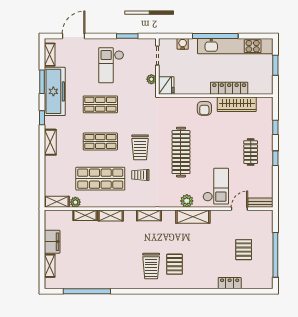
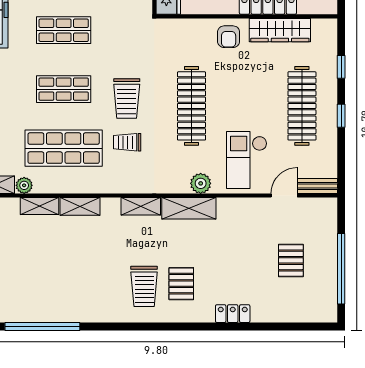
clothes rail: (251, 152) -> (302, 106), width x1.86, depth x1.31
checkout: (216, 186) -> (247, 160), turned 180
shelving: (193, 217) -> (189, 208), moved
locker: (230, 283) -> (233, 314), moved

